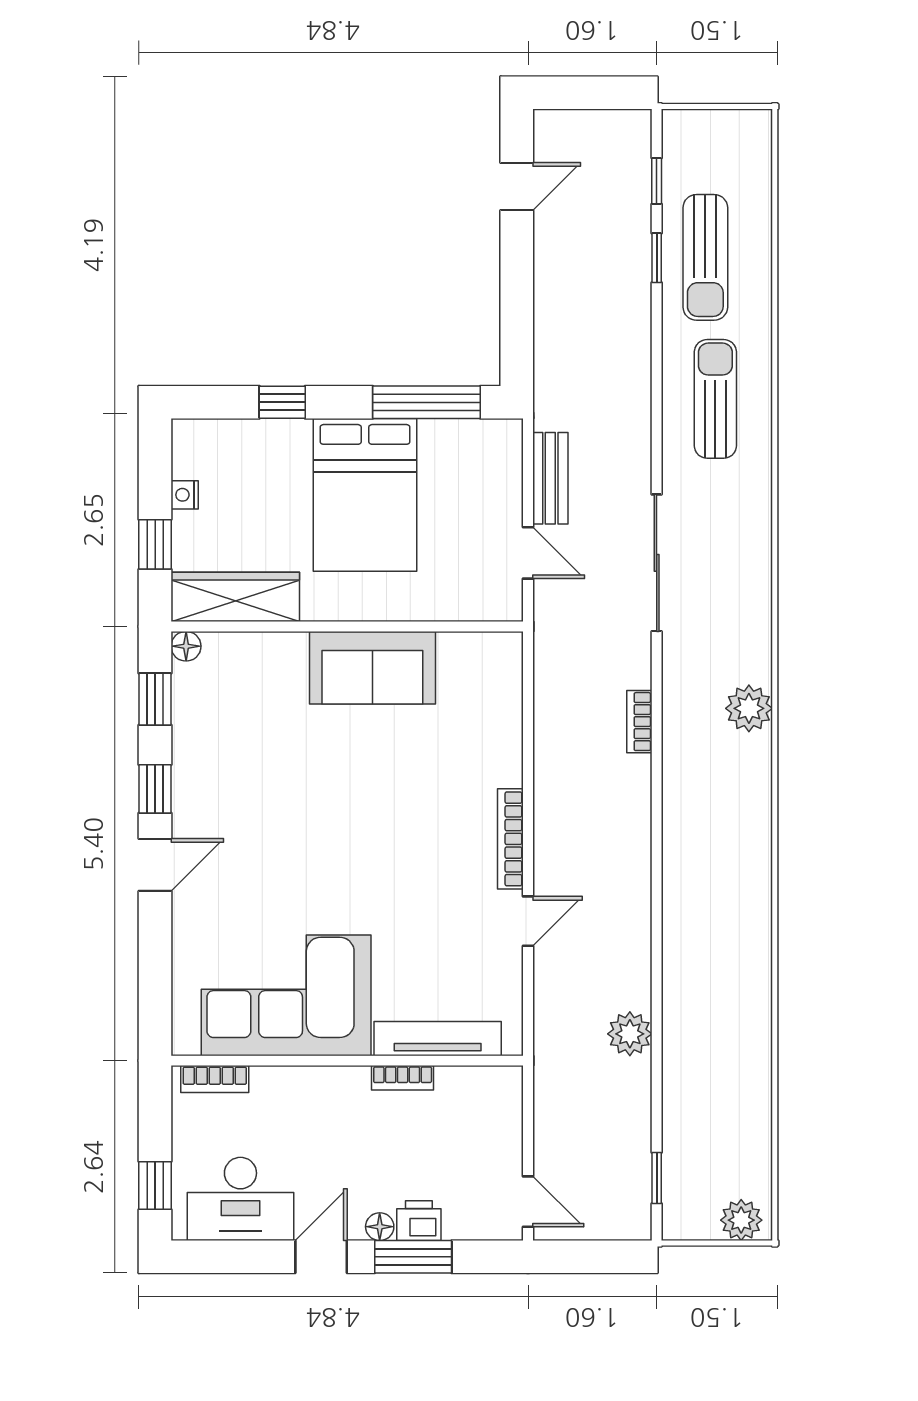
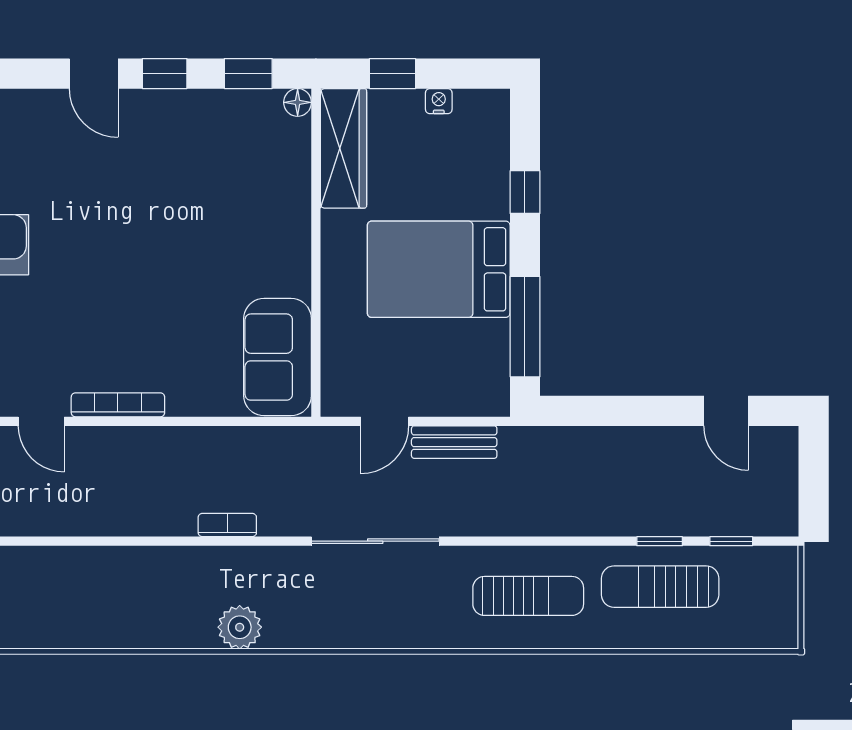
sofa: (372, 668) -> (278, 357), moved

